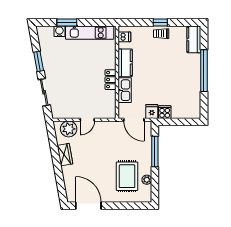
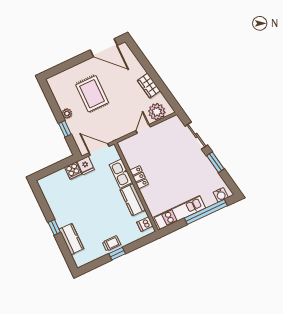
window: (67, 23) -> (206, 212), width x2.11
water cooler: (59, 31) -> (221, 195), moved
kitchen counter: (194, 39) -> (71, 239), moved
window: (204, 71) -> (54, 227), width x0.32
window: (155, 151) -> (65, 129), width x0.46
rug: (127, 176) -> (92, 94), moved
plant: (147, 180) -> (67, 113), moved

